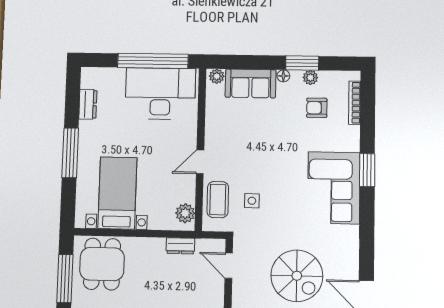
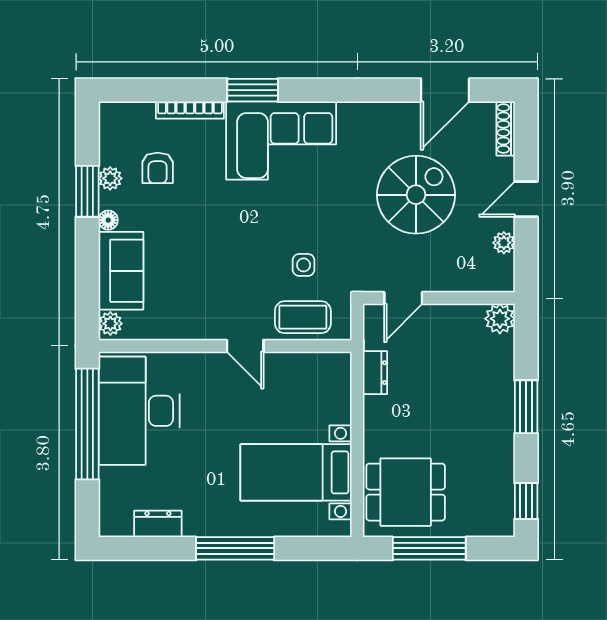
bookcase: (355, 103) -> (190, 110), moved
plant: (185, 213) -> (325, 367), removed

